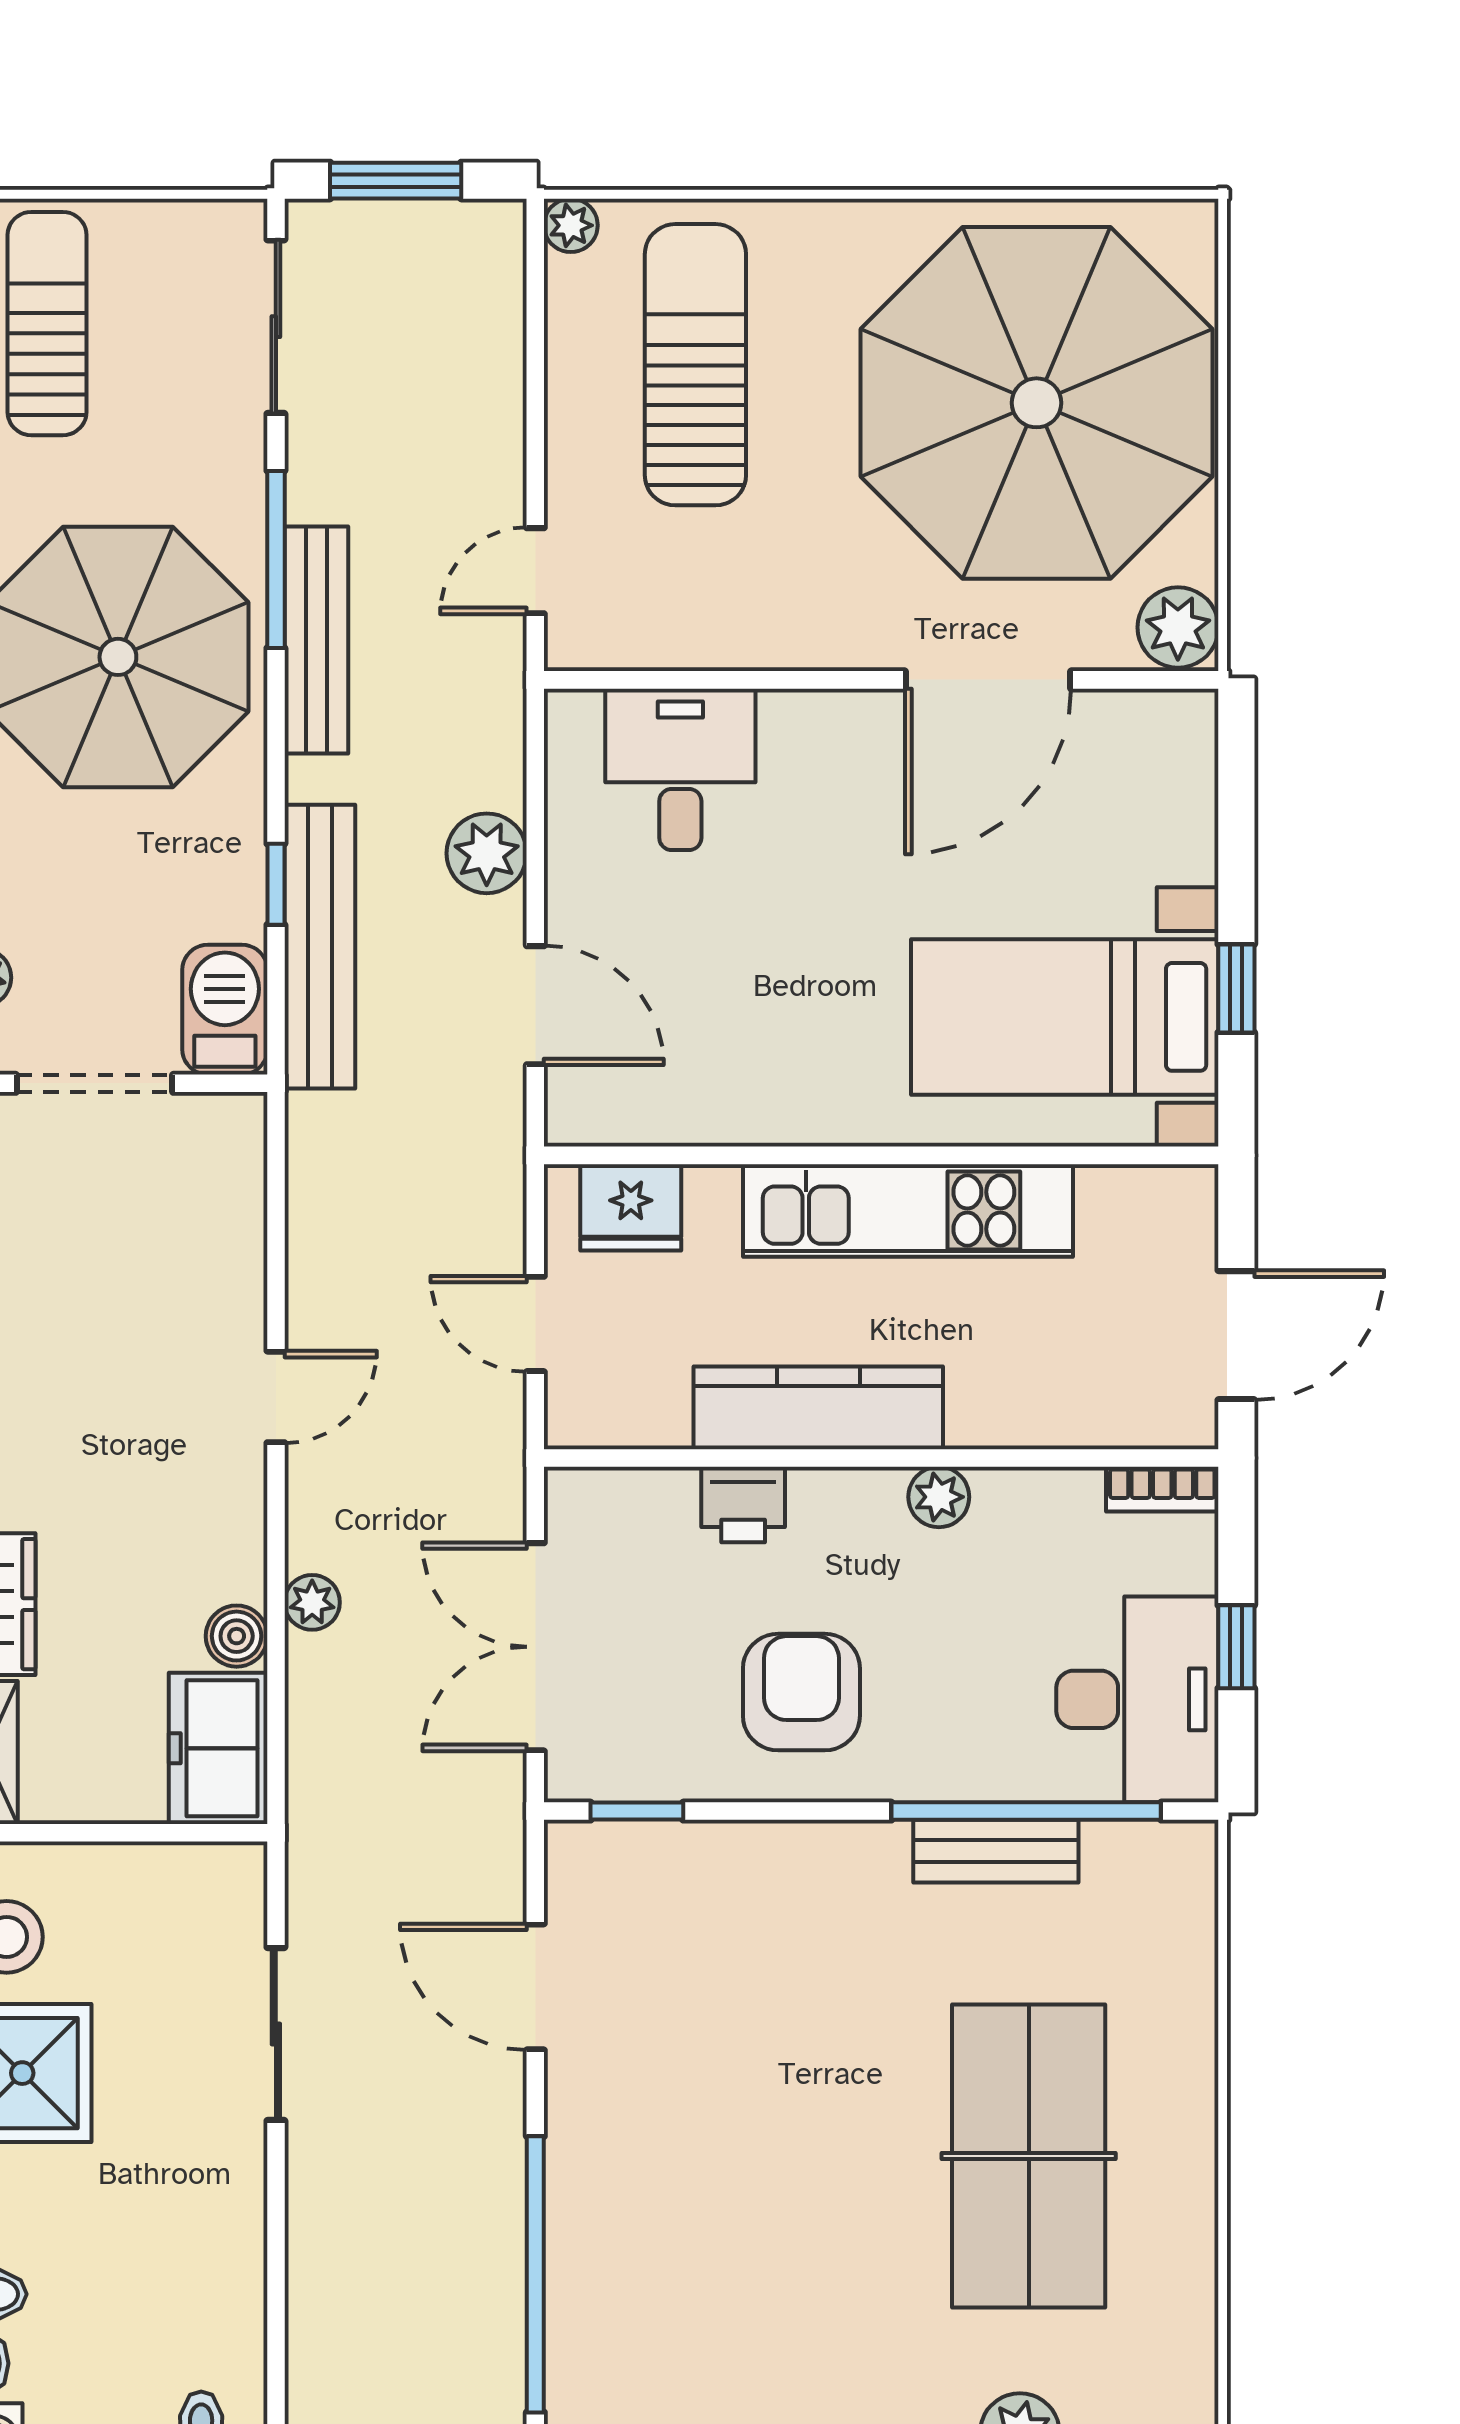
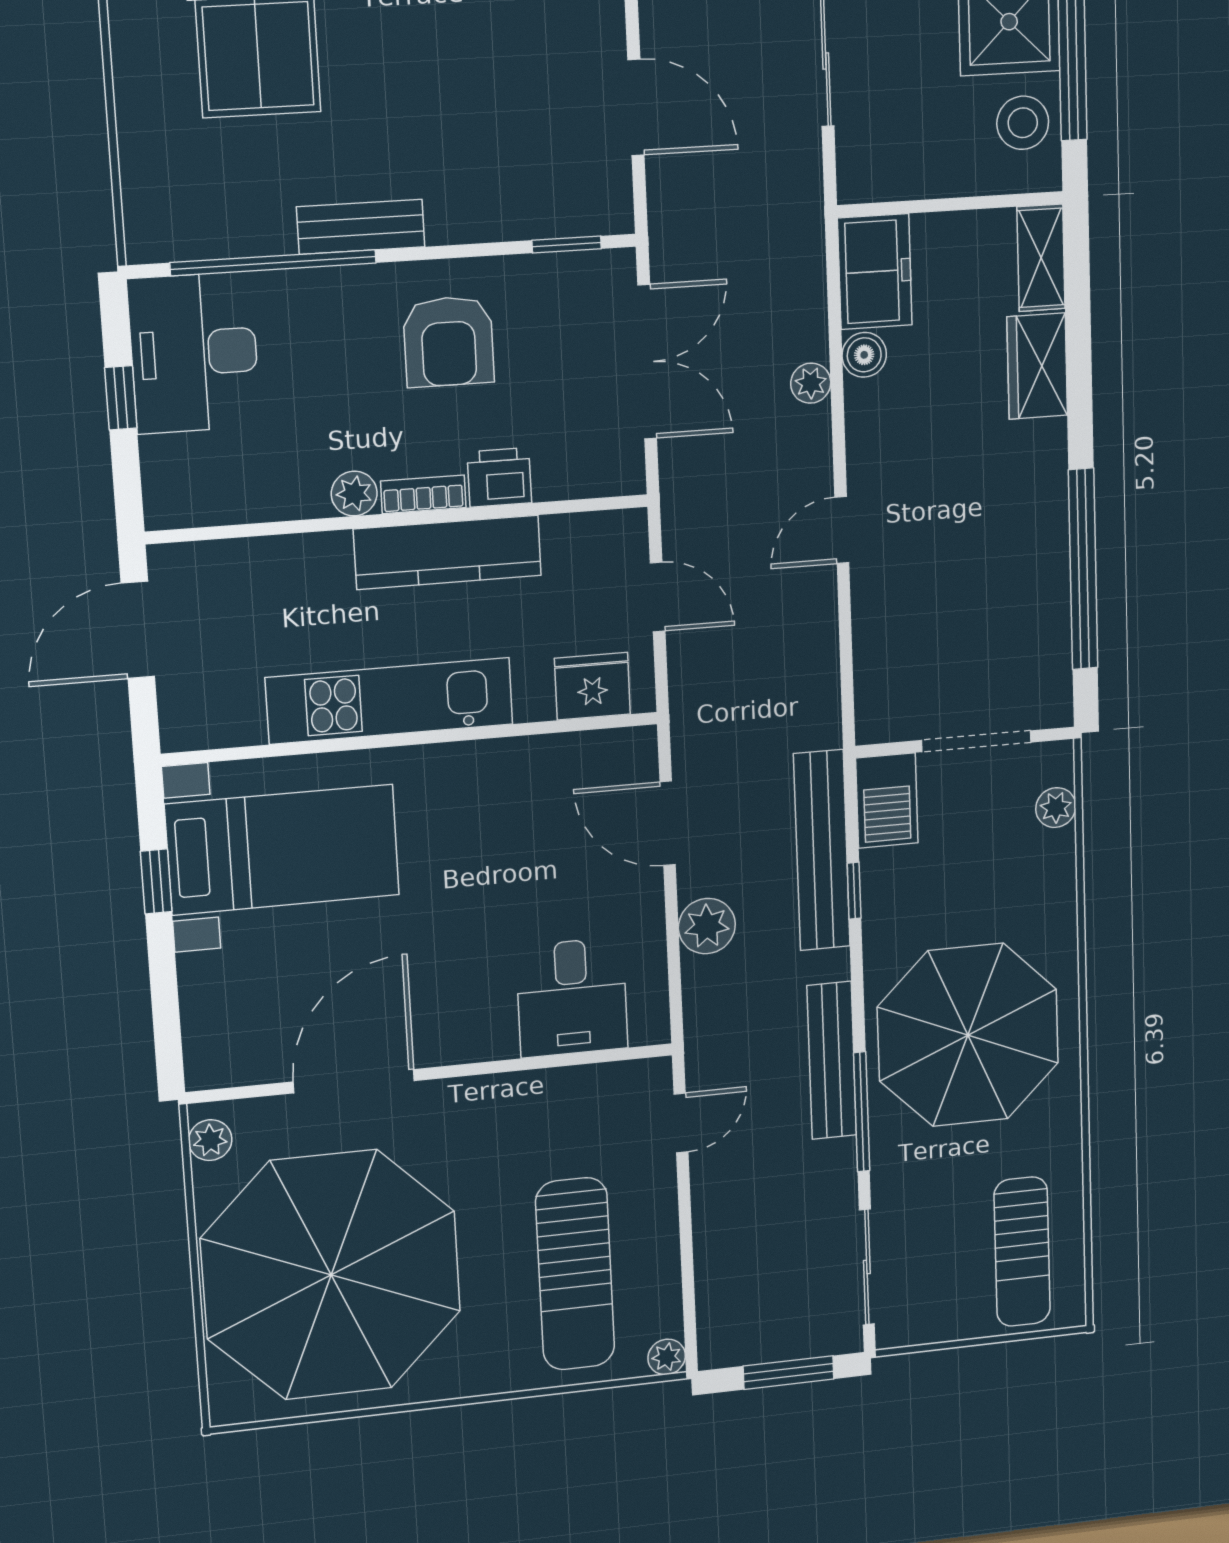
plant: (1178, 627) -> (210, 1140), width x0.73, depth x0.73
bookcase: (1162, 1489) -> (423, 494), moved
bench: (996, 1851) -> (361, 227), moved

